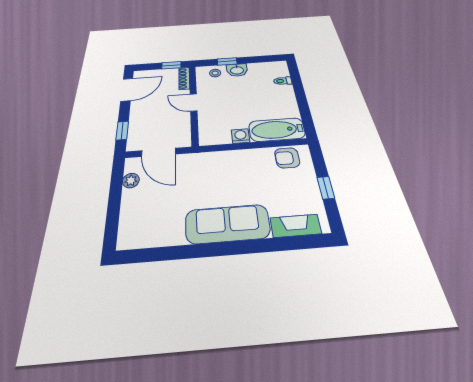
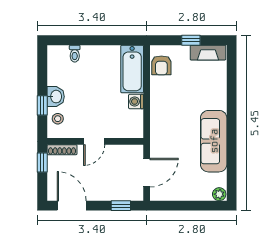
plant: (131, 181) -> (219, 194), moved
sofa: (227, 224) -> (214, 141), moved
fireplace: (296, 226) -> (208, 53), moved, turned -90

